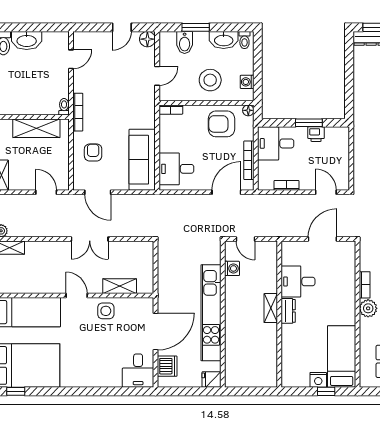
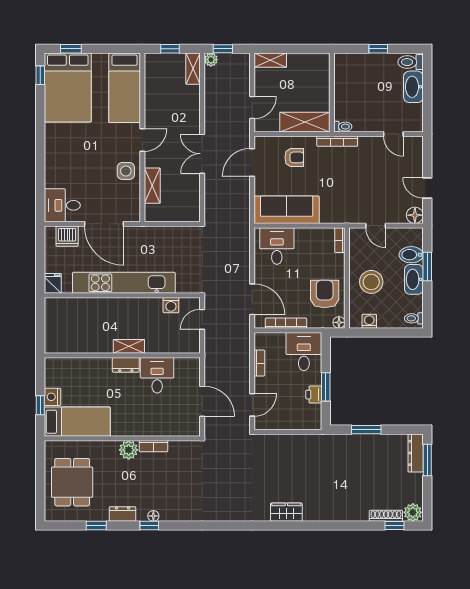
washbasin: (224, 40) -> (414, 279), moved
window: (349, 85) -> (366, 430), added
shelving: (36, 128) -> (305, 122), moved, turned 90

